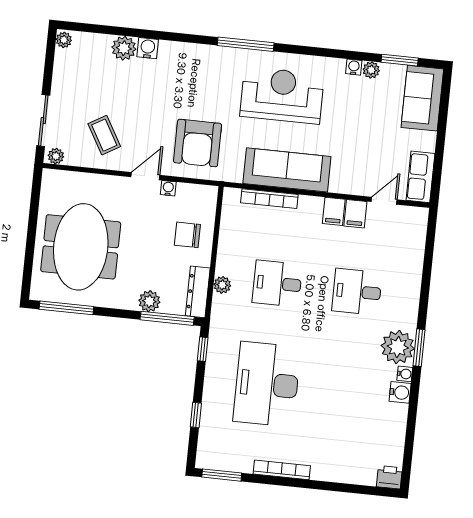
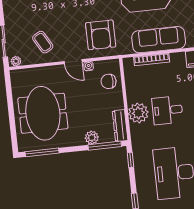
door: (145, 176) -> (73, 62), swing flipped
chair: (187, 235) -> (109, 81), moved
plant: (222, 285) -> (138, 113), width x1.88, depth x1.88

